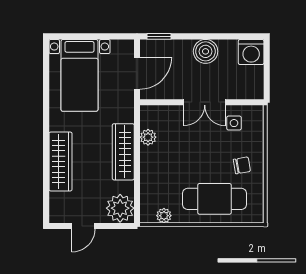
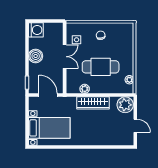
wardrobe: (60, 161) -> (98, 139), removed
cafe table: (214, 199) -> (101, 67), moved, turned 90

